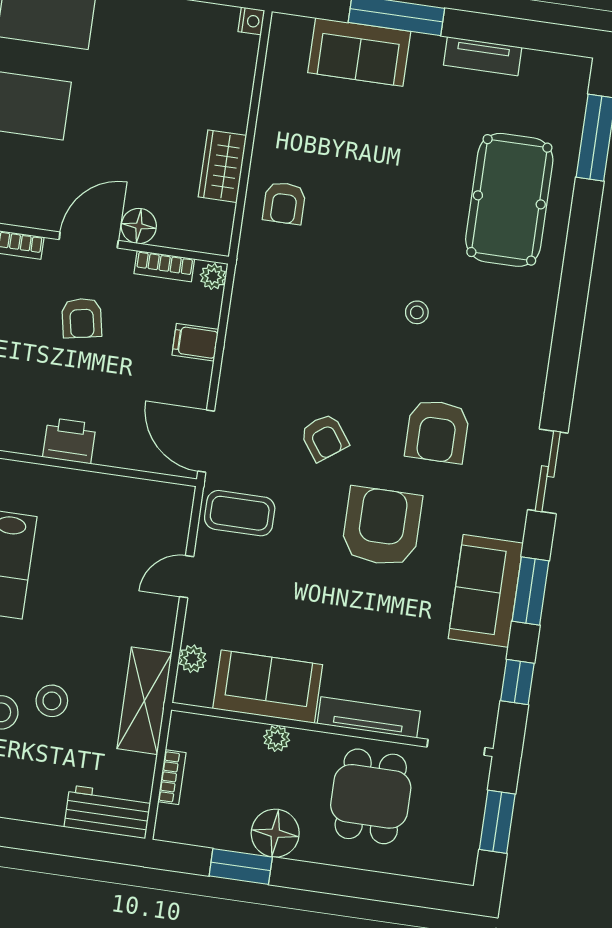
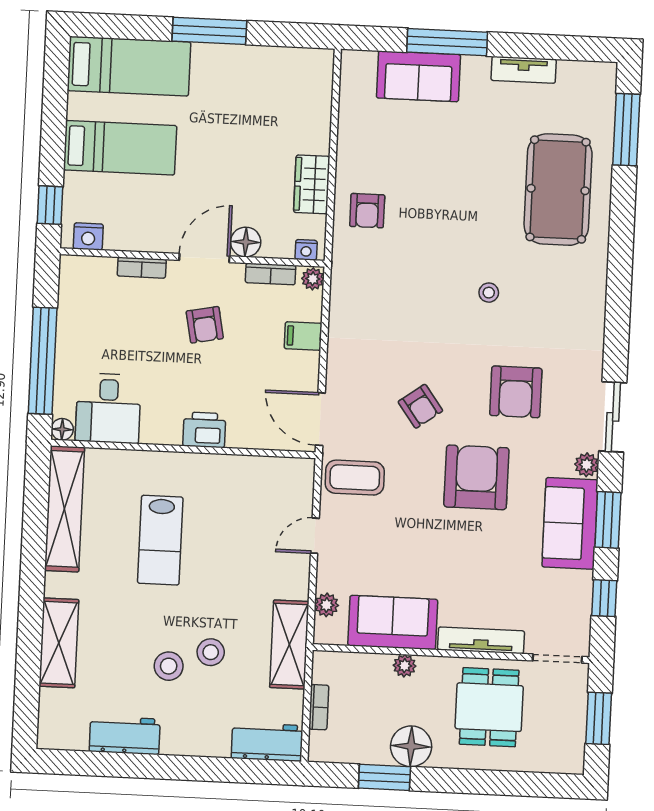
nightstand: (251, 21) -> (306, 250), moved, turned 90
plant: (512, 524) -> (587, 465), added

